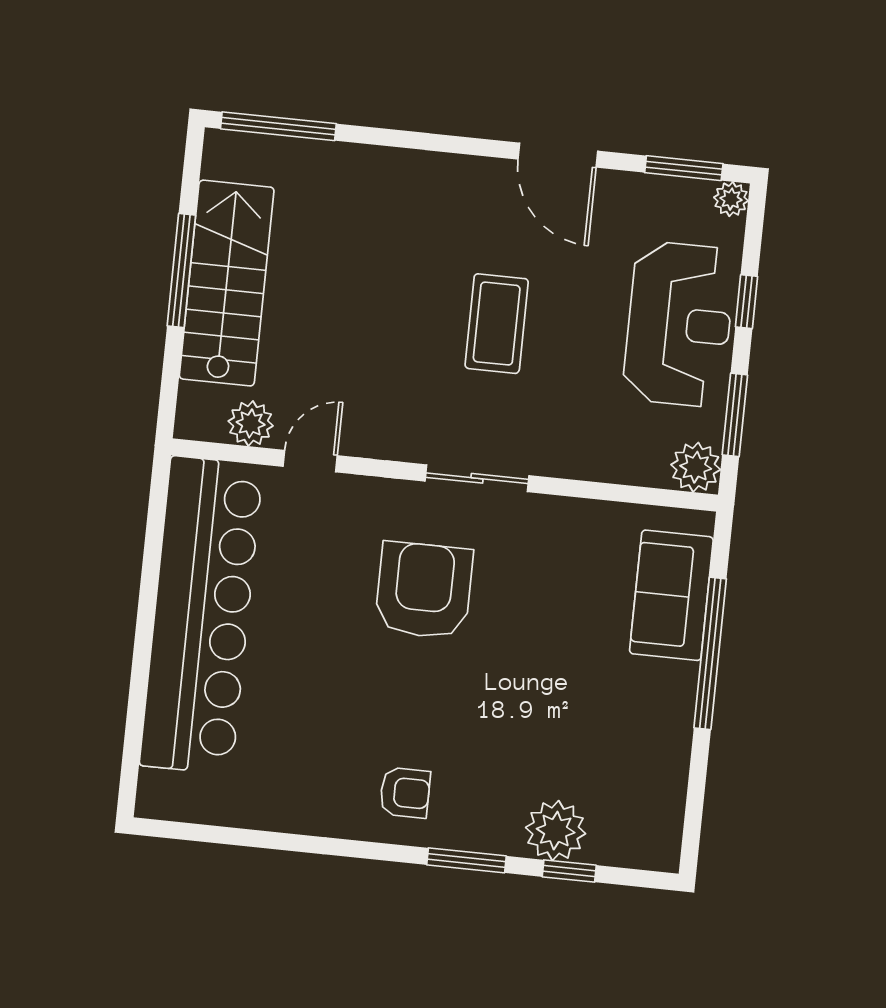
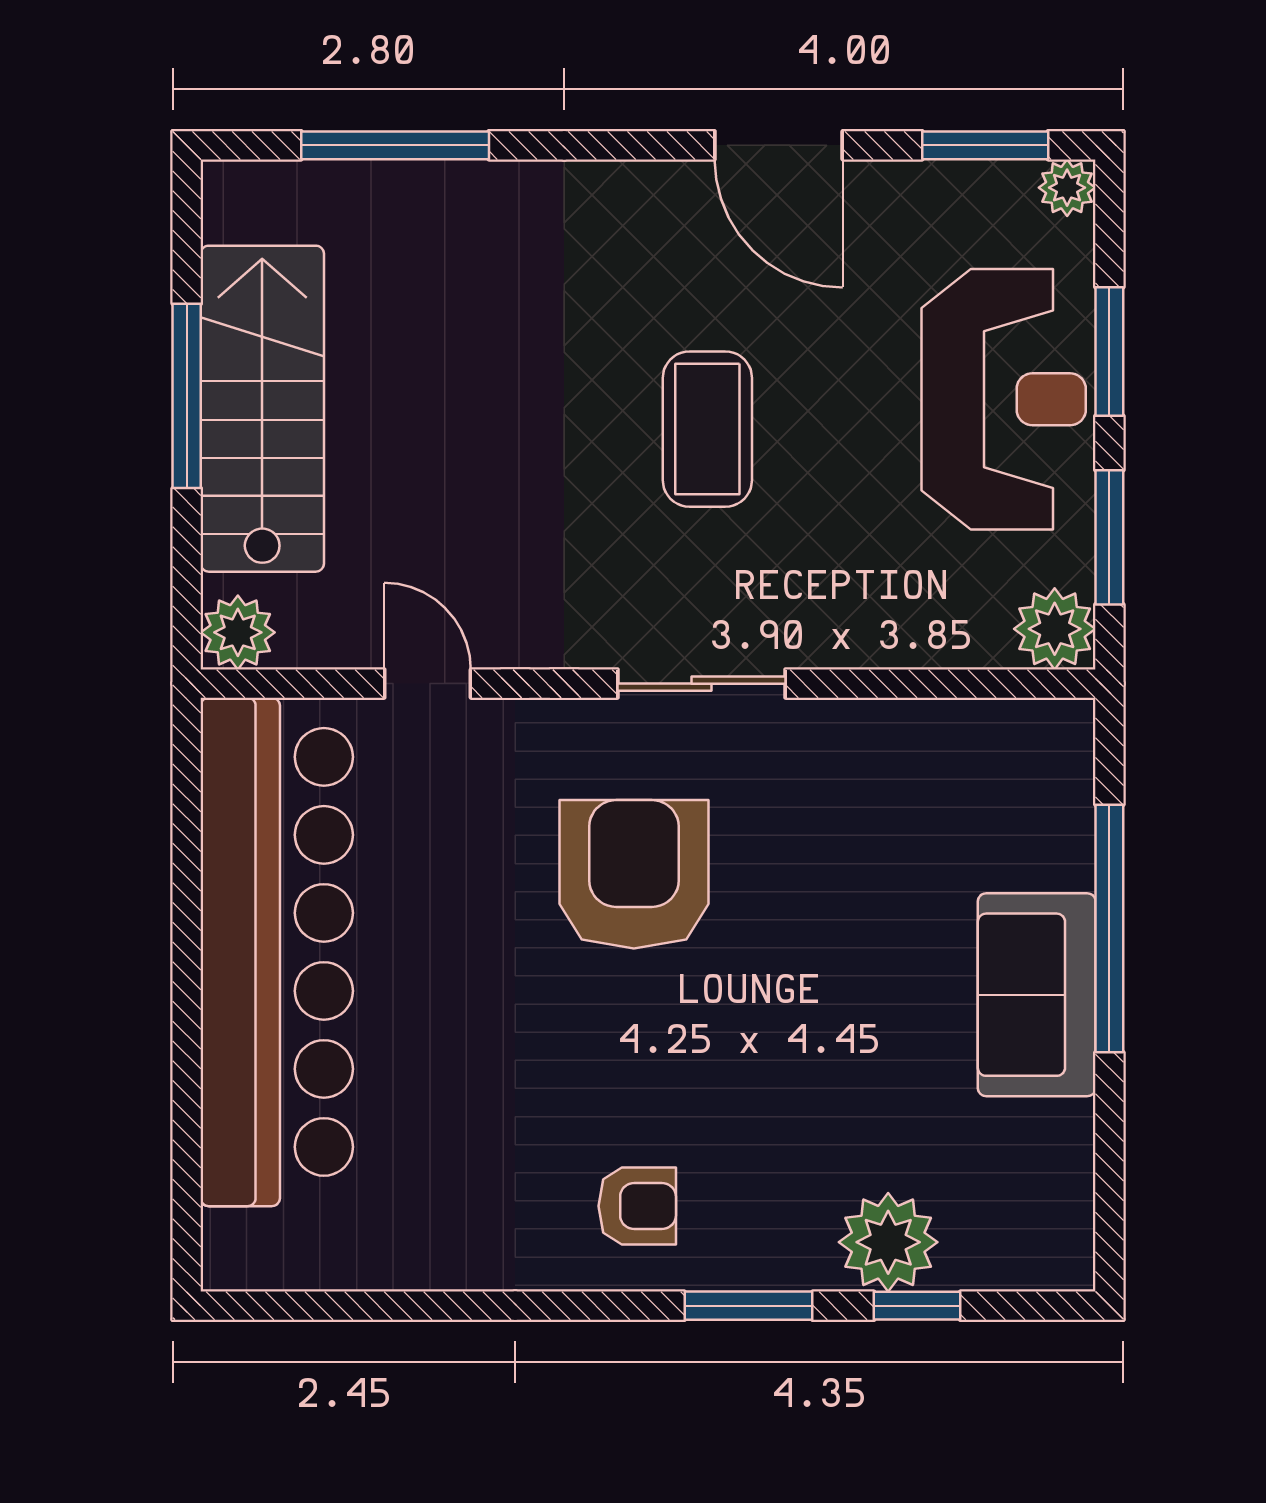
window: (278, 126) -> (395, 145), moved
window: (747, 302) -> (1109, 351), width x1.50
plant: (251, 423) -> (238, 632), moved
door: (310, 461) -> (428, 684), hinge flipped
sofa: (671, 595) -> (1037, 995), moved

